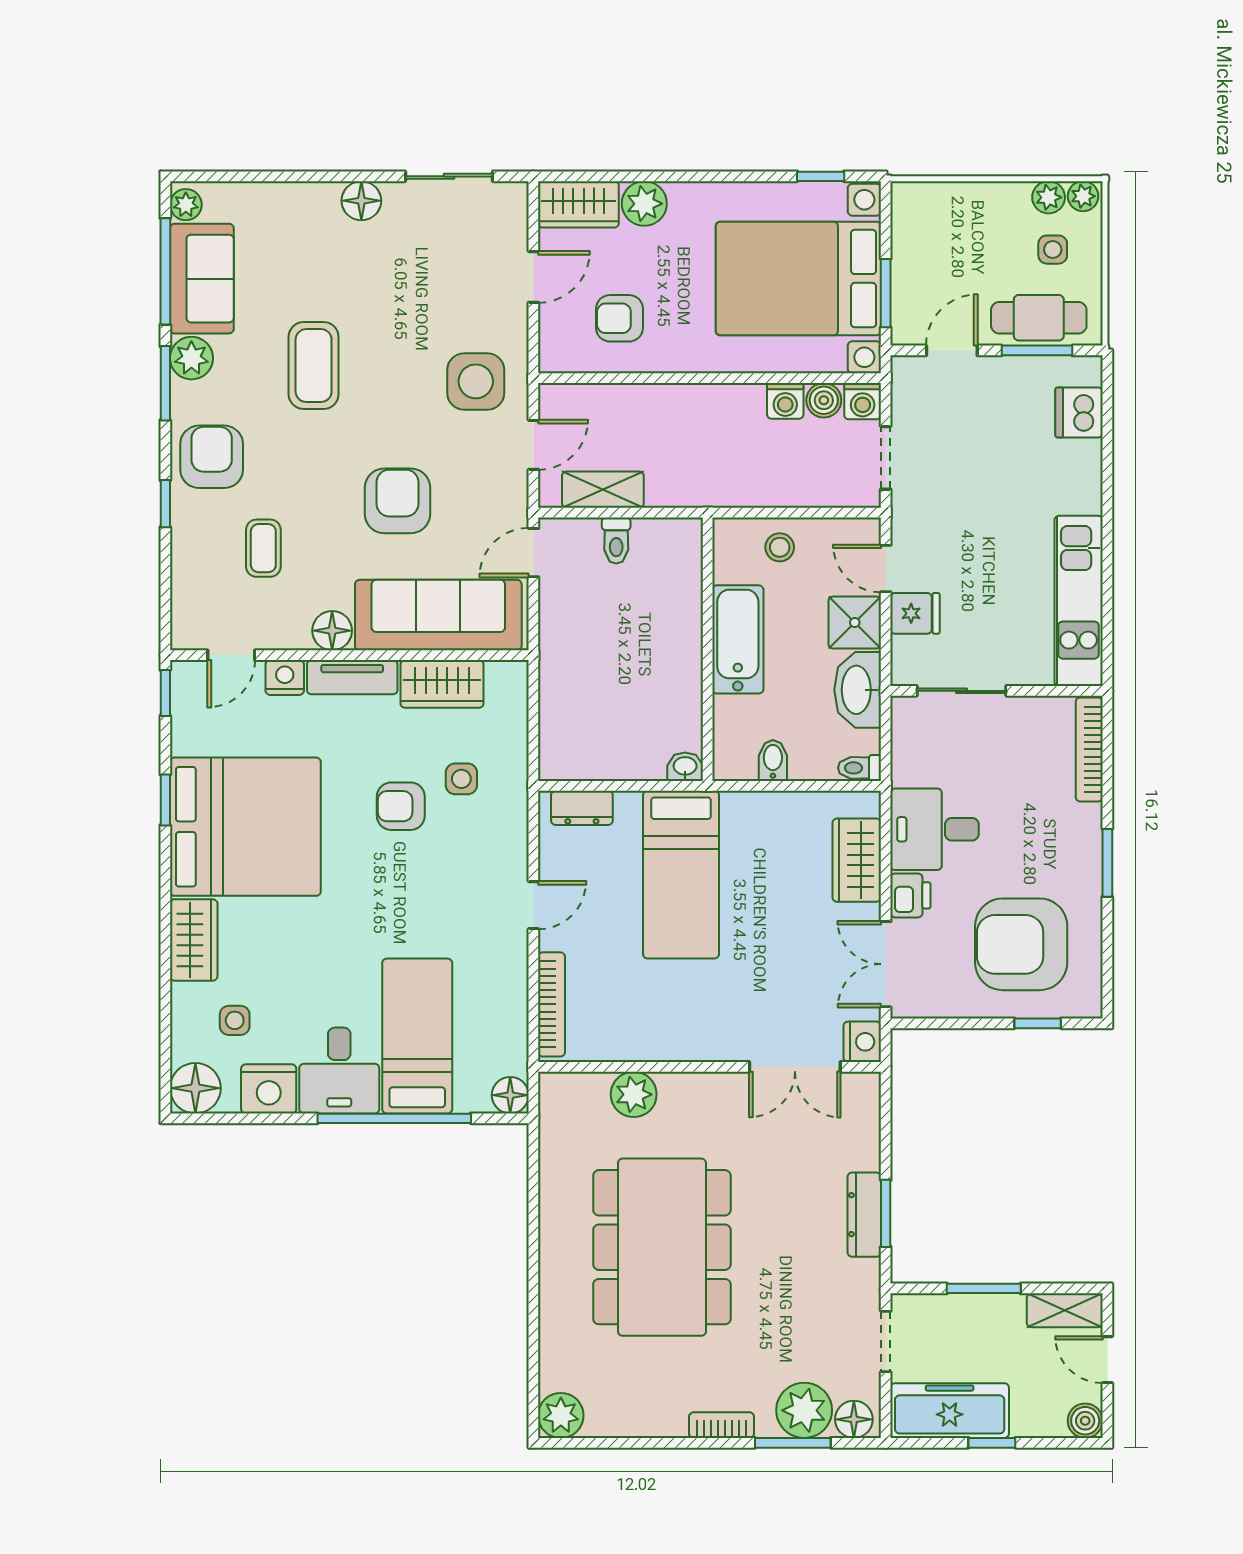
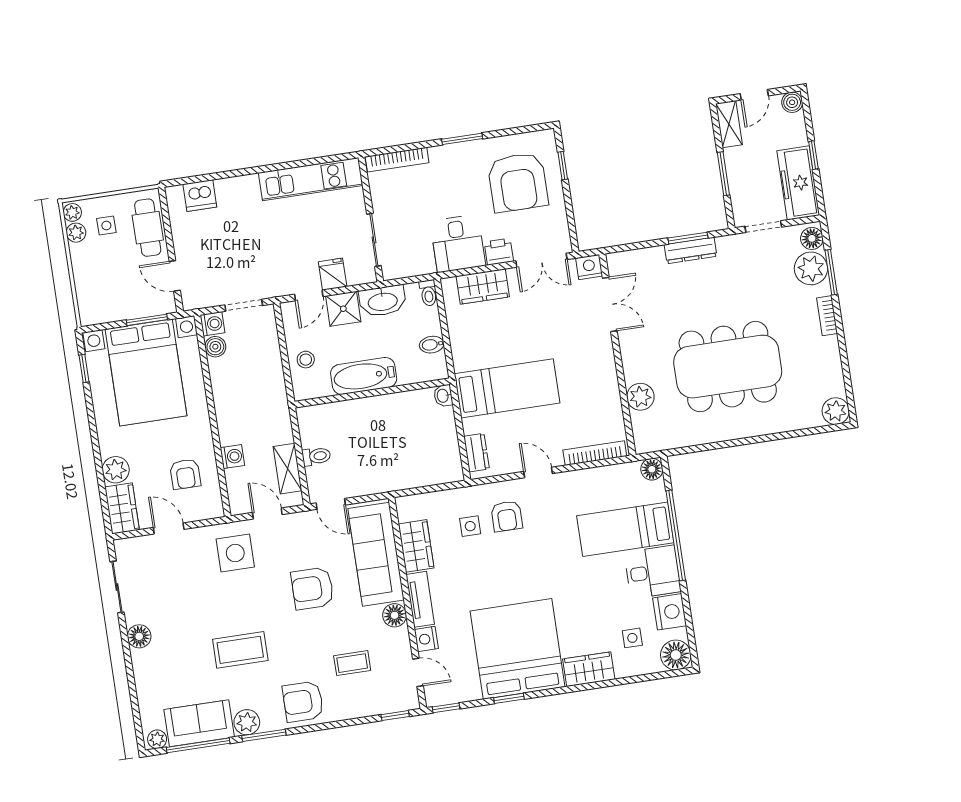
window: (1037, 350) -> (167, 226), removed
washing machine: (785, 401) -> (232, 457), moved
window: (165, 504) -> (395, 716), moved
armchair: (401, 806) -> (507, 516), moved

